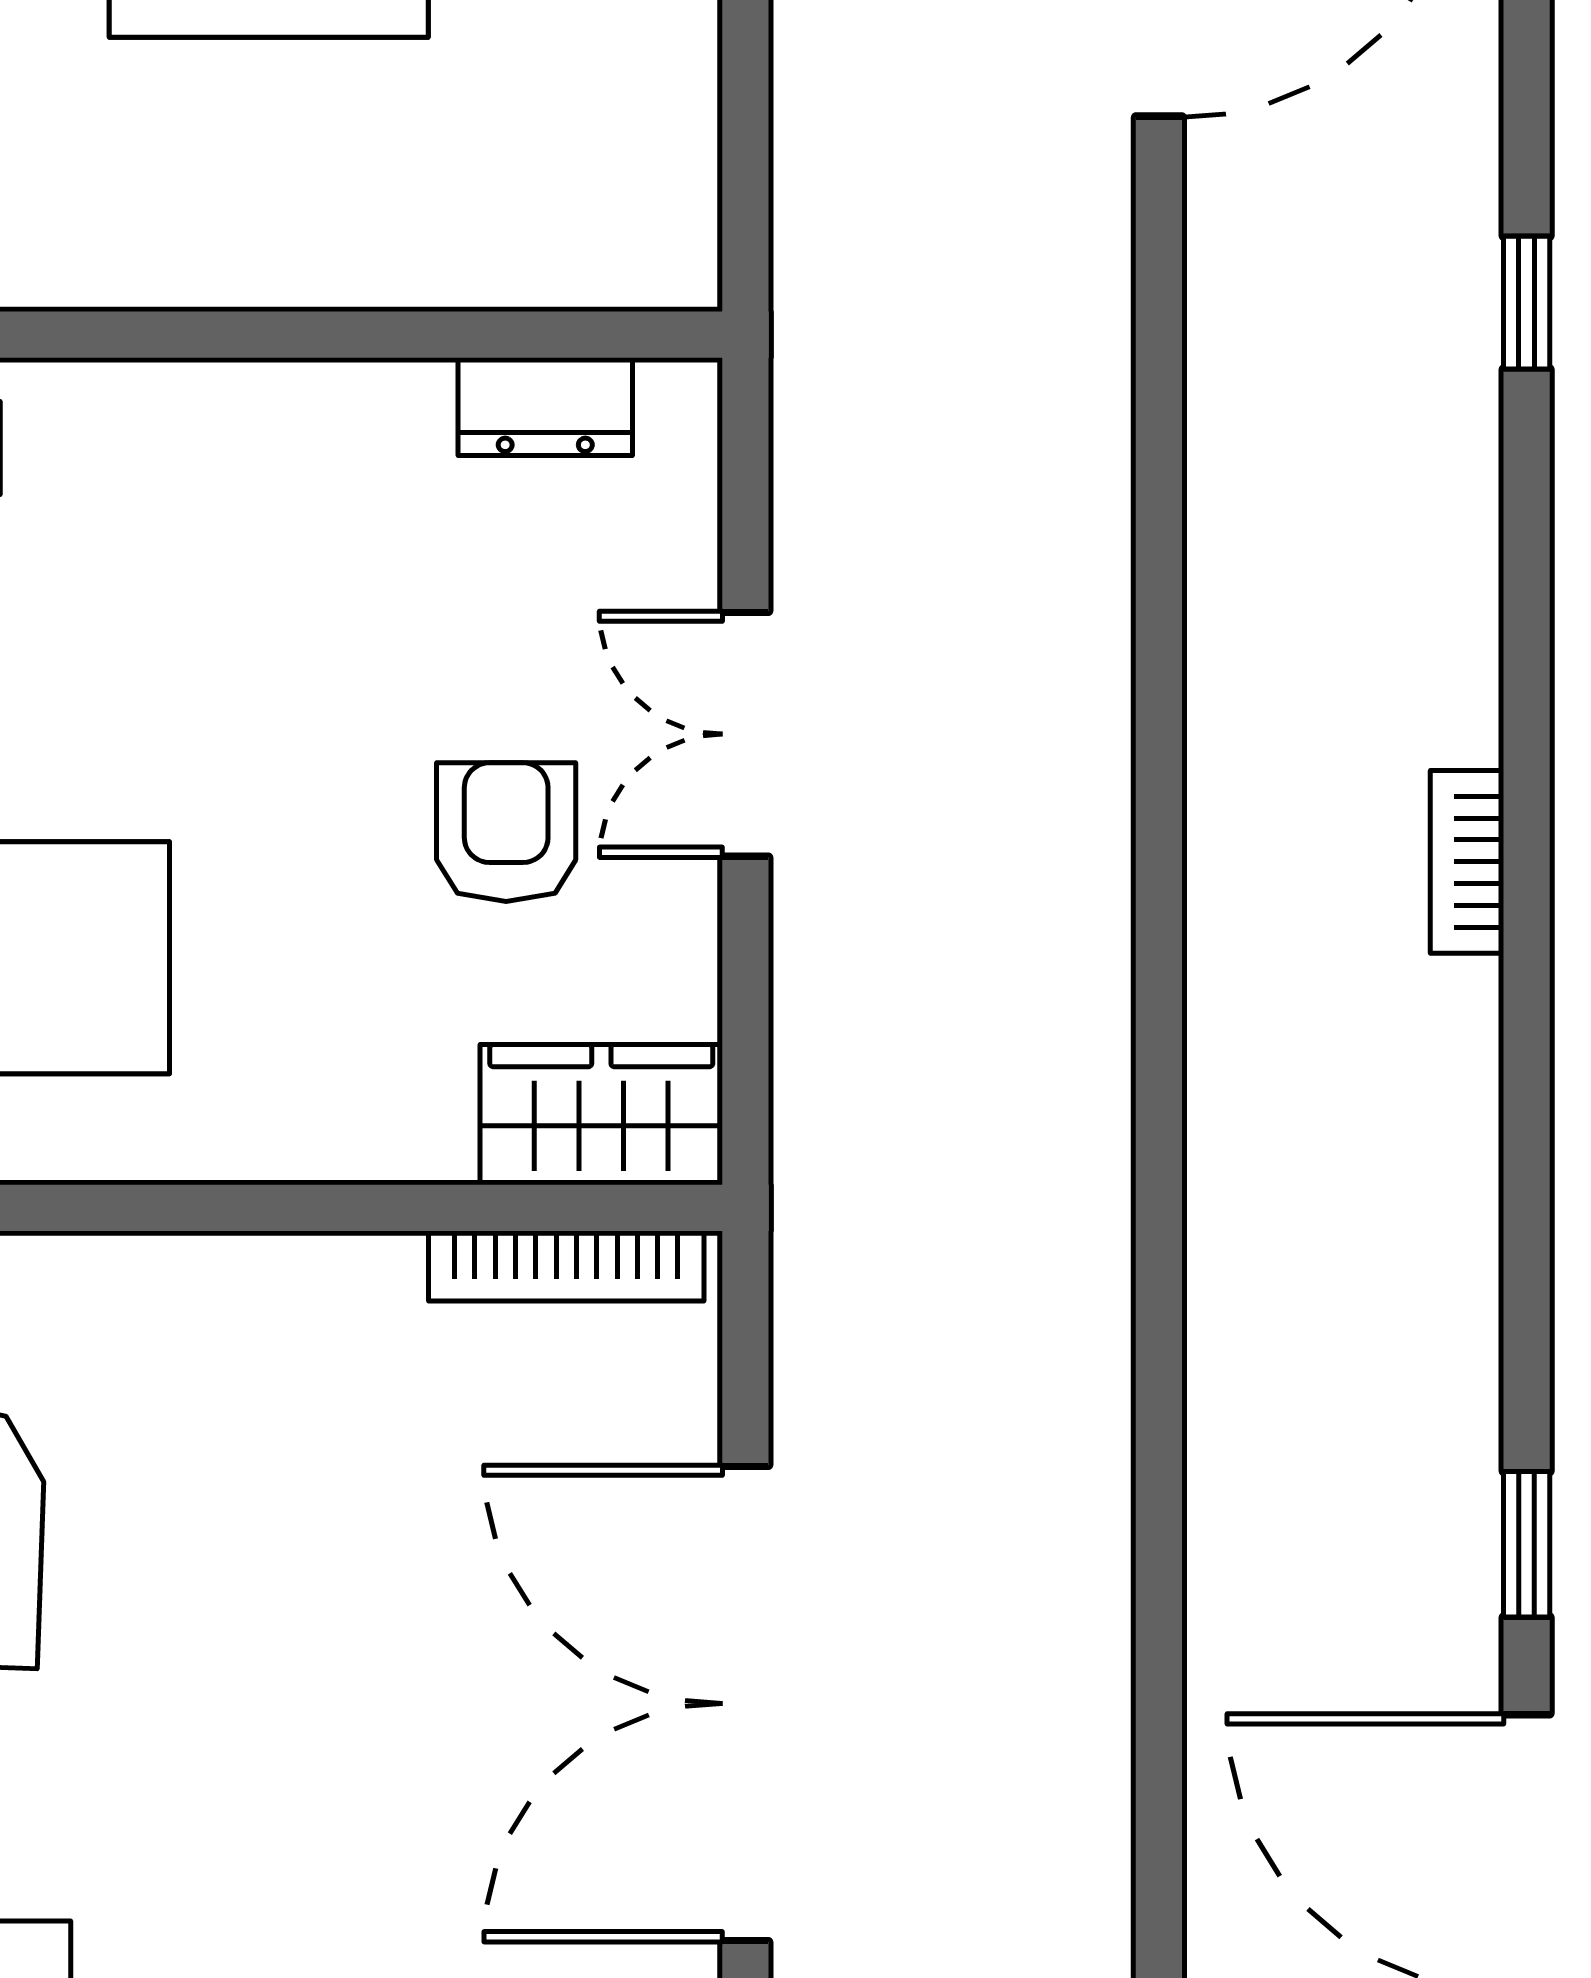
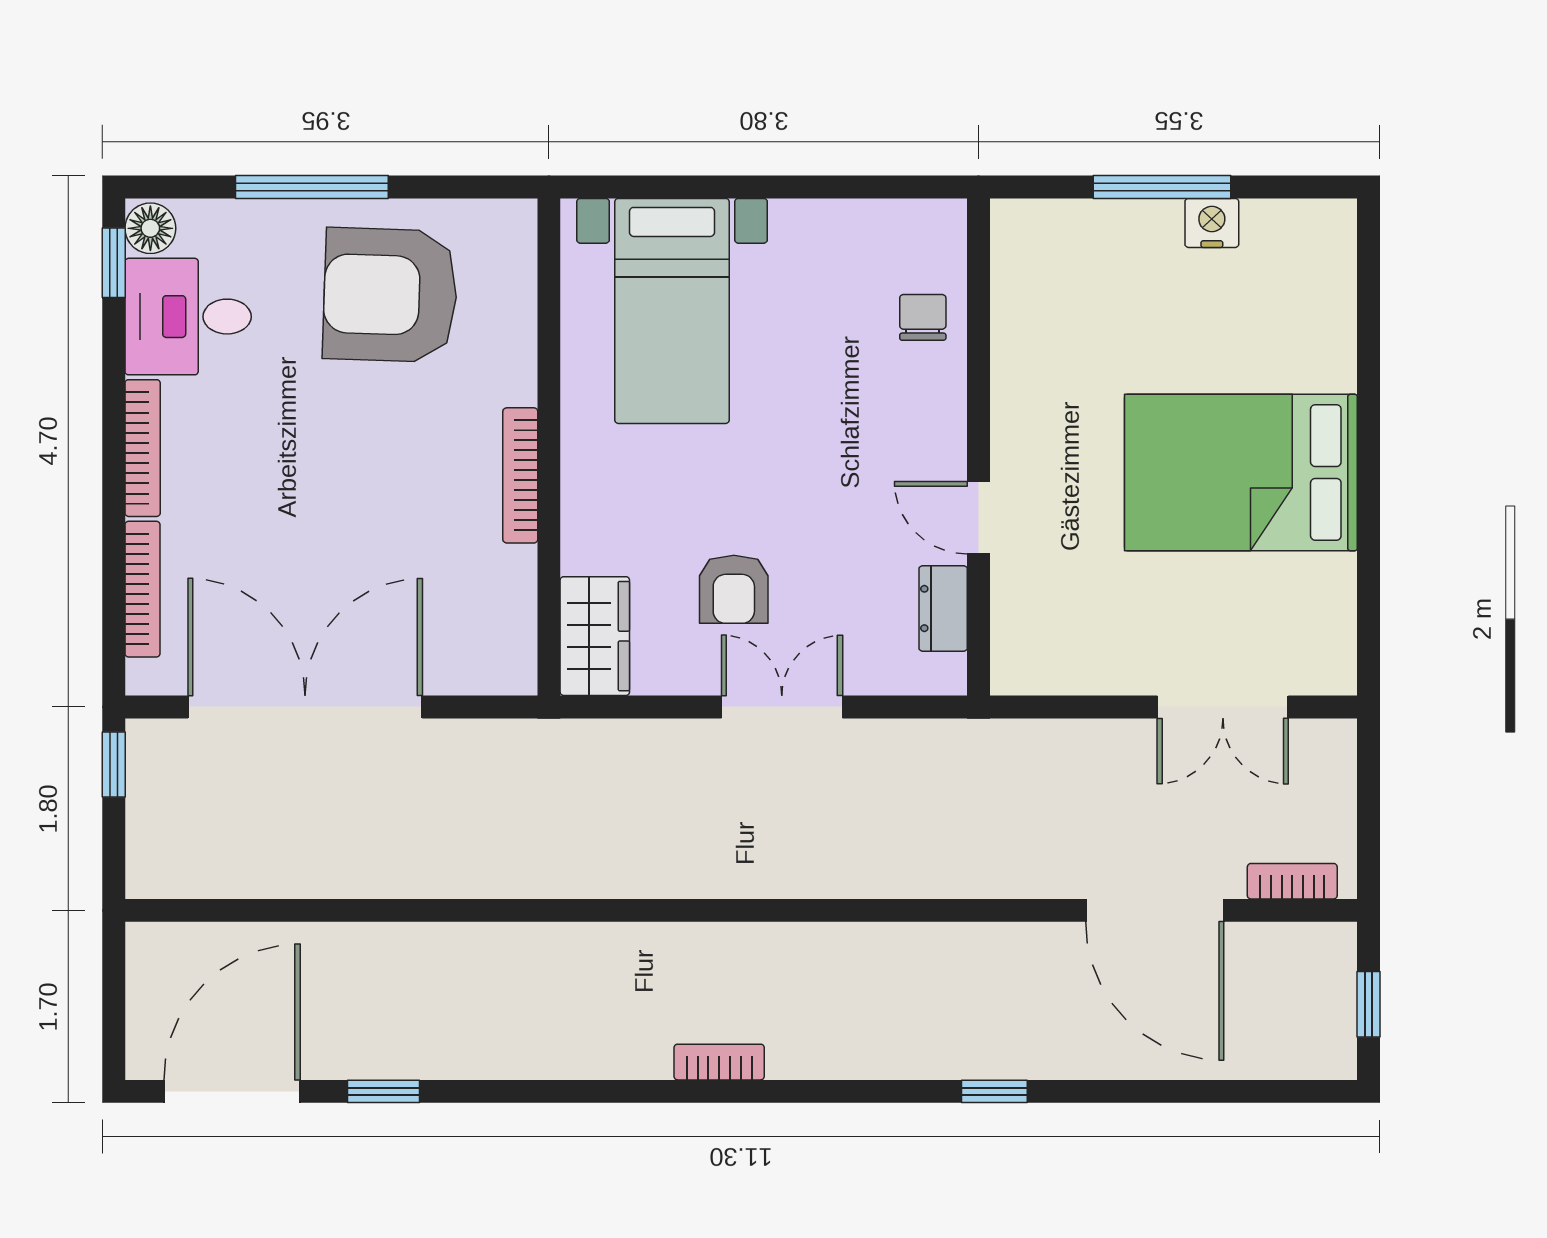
door: (361, 335) -> (979, 518), added
armchair: (506, 832) -> (734, 589), turned 90
bookcase: (566, 1266) -> (520, 475), moved

